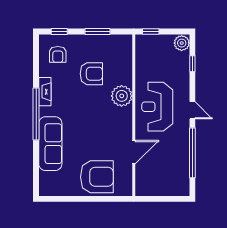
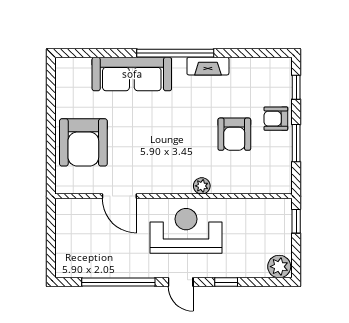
armchair: (58, 54) -> (276, 119), moved
window: (192, 64) -> (226, 282), moved
plant: (122, 96) -> (202, 186), width x0.53, depth x0.53
door: (192, 110) -> (181, 282), hinge flipped

